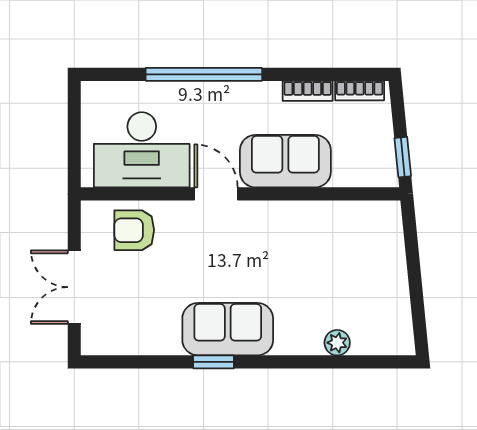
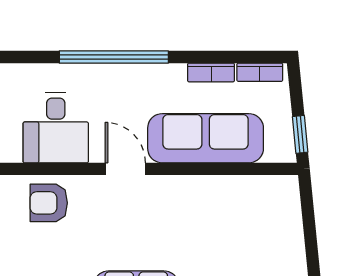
desk: (142, 150) -> (56, 128), width x0.73
sofa: (285, 161) -> (206, 138), width x1.36

